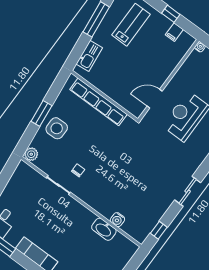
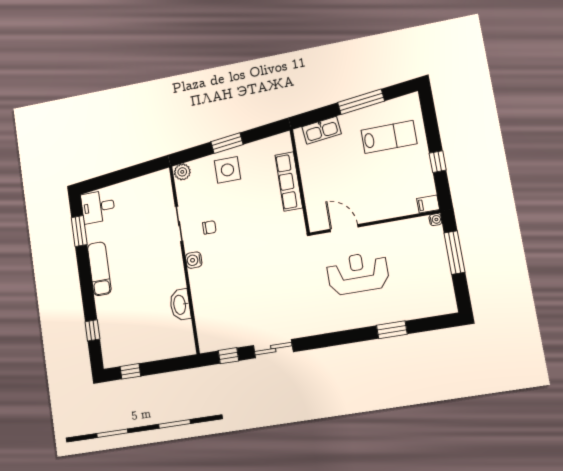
filing cabinet: (174, 32) -> (428, 204), moved
row of seats: (98, 102) -> (289, 181), width x0.73
sliding door: (188, 191) -> (273, 349), moved
water cooler: (117, 220) -> (194, 260), moved

